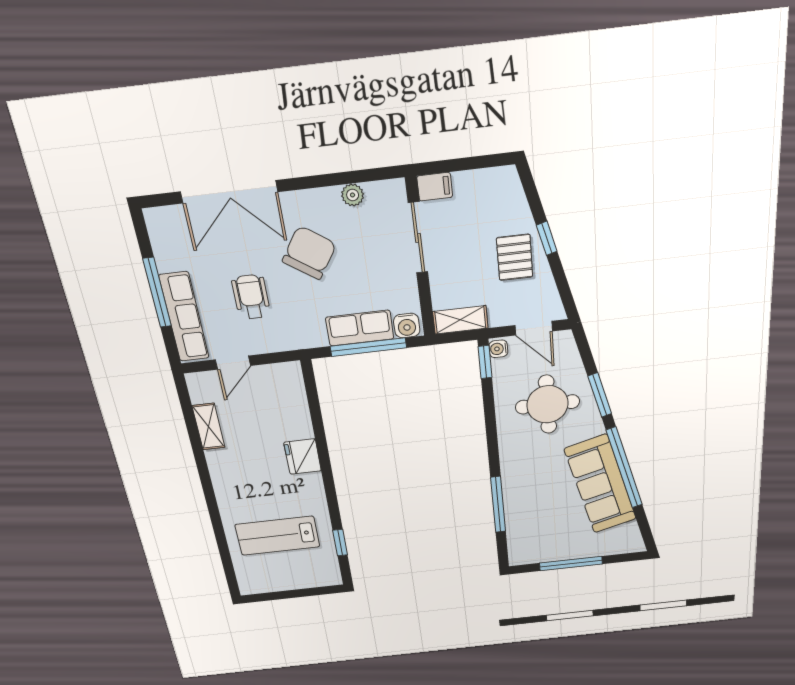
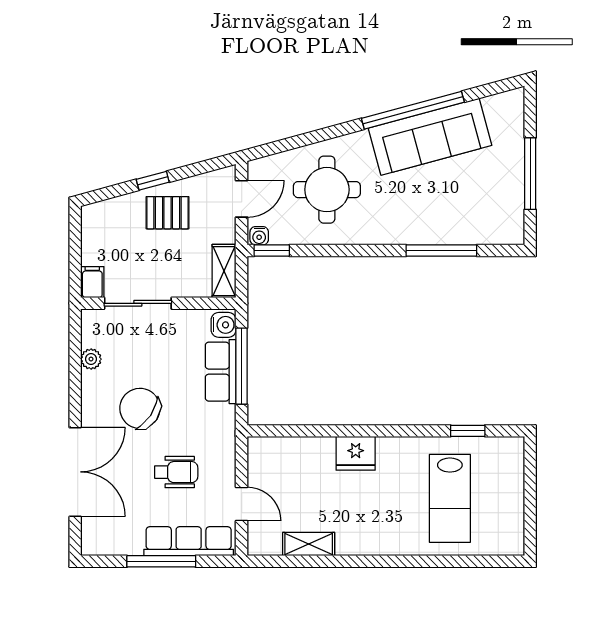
wheelchair: (251, 297) -> (176, 472), turned 180
window: (600, 395) -> (323, 135), removed

